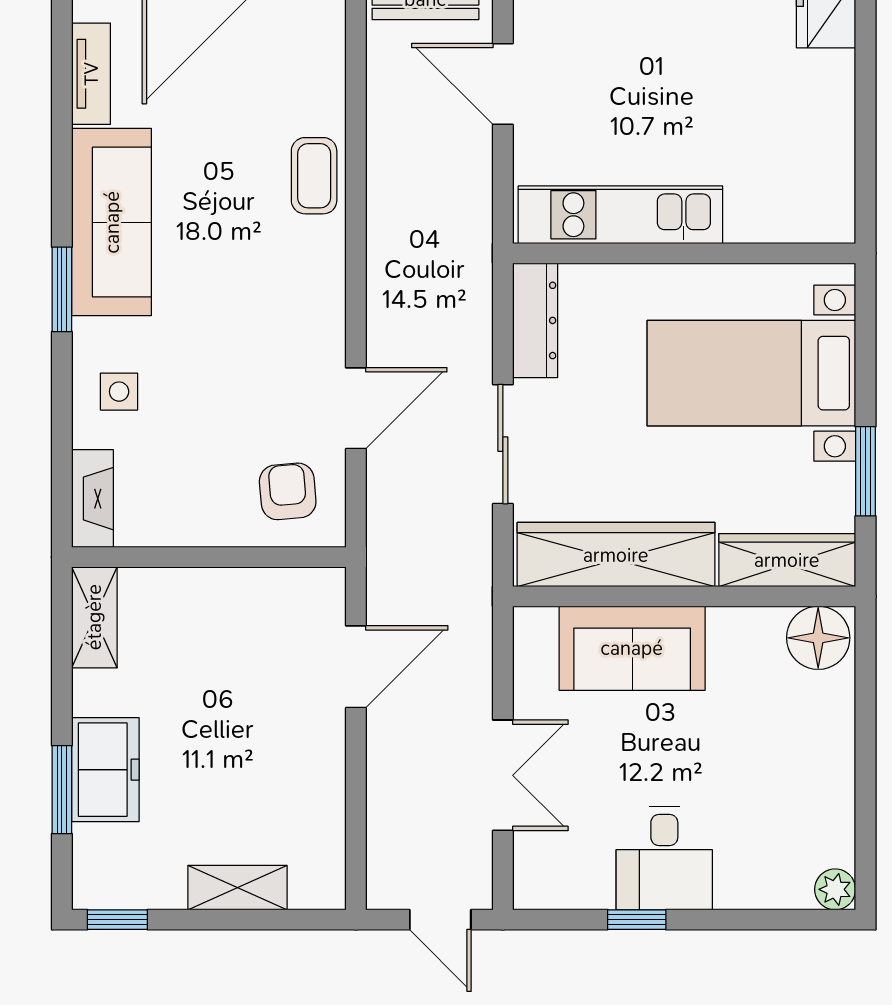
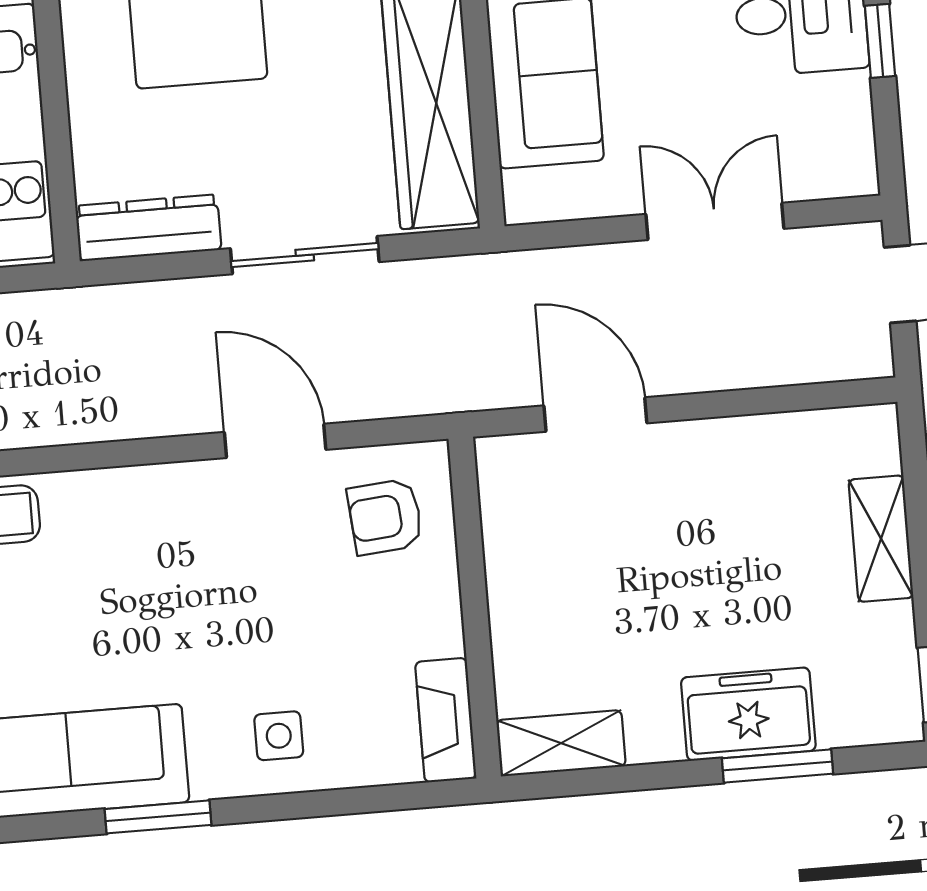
fireplace: (93, 499) -> (446, 720), moved, turned -90

